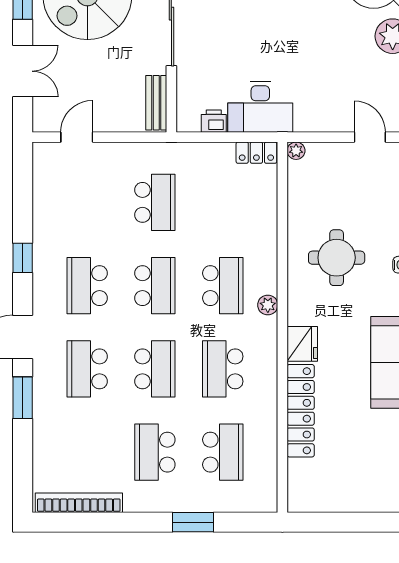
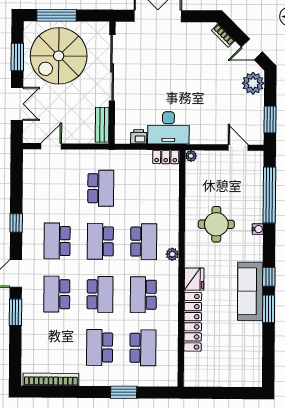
school desk: (155, 286) -> (100, 241), turned 180

